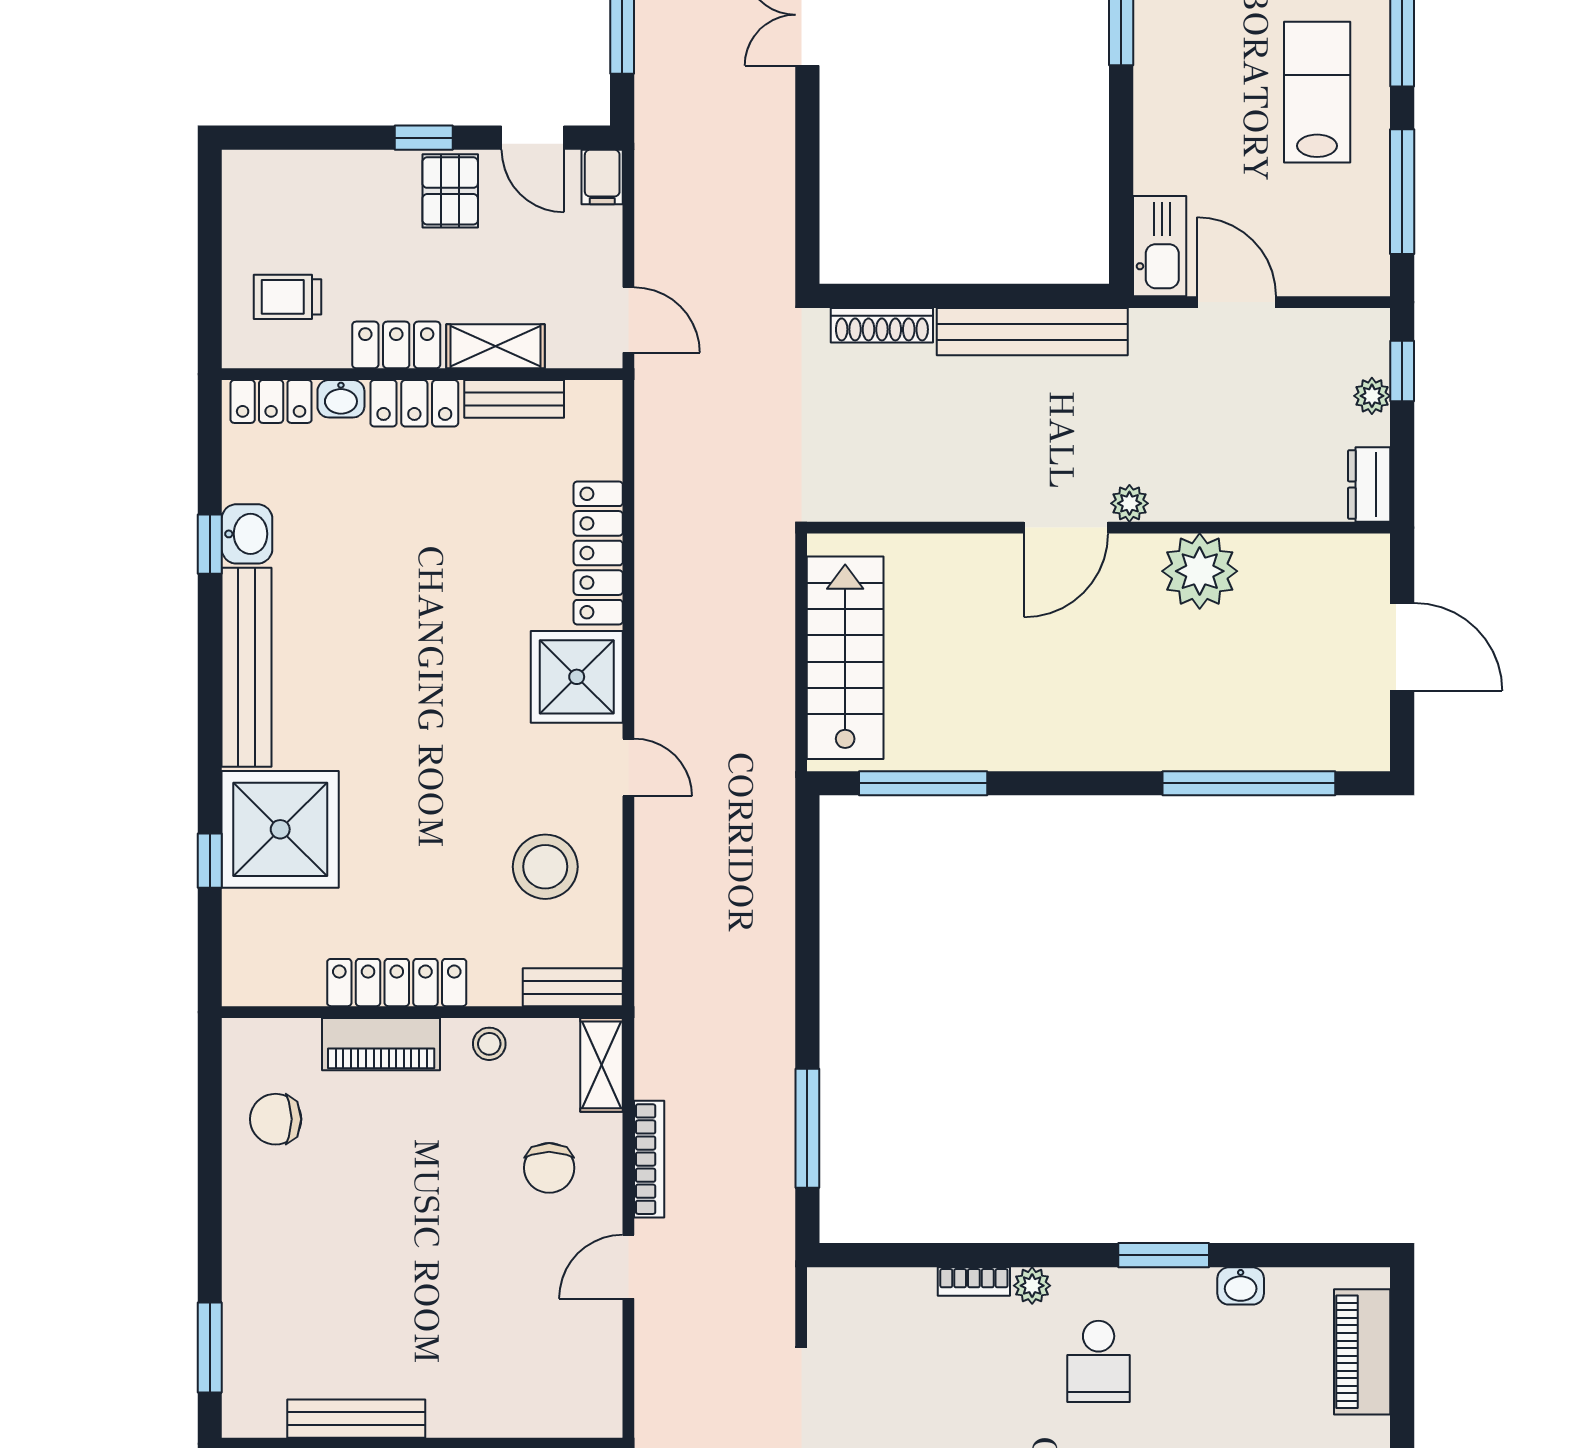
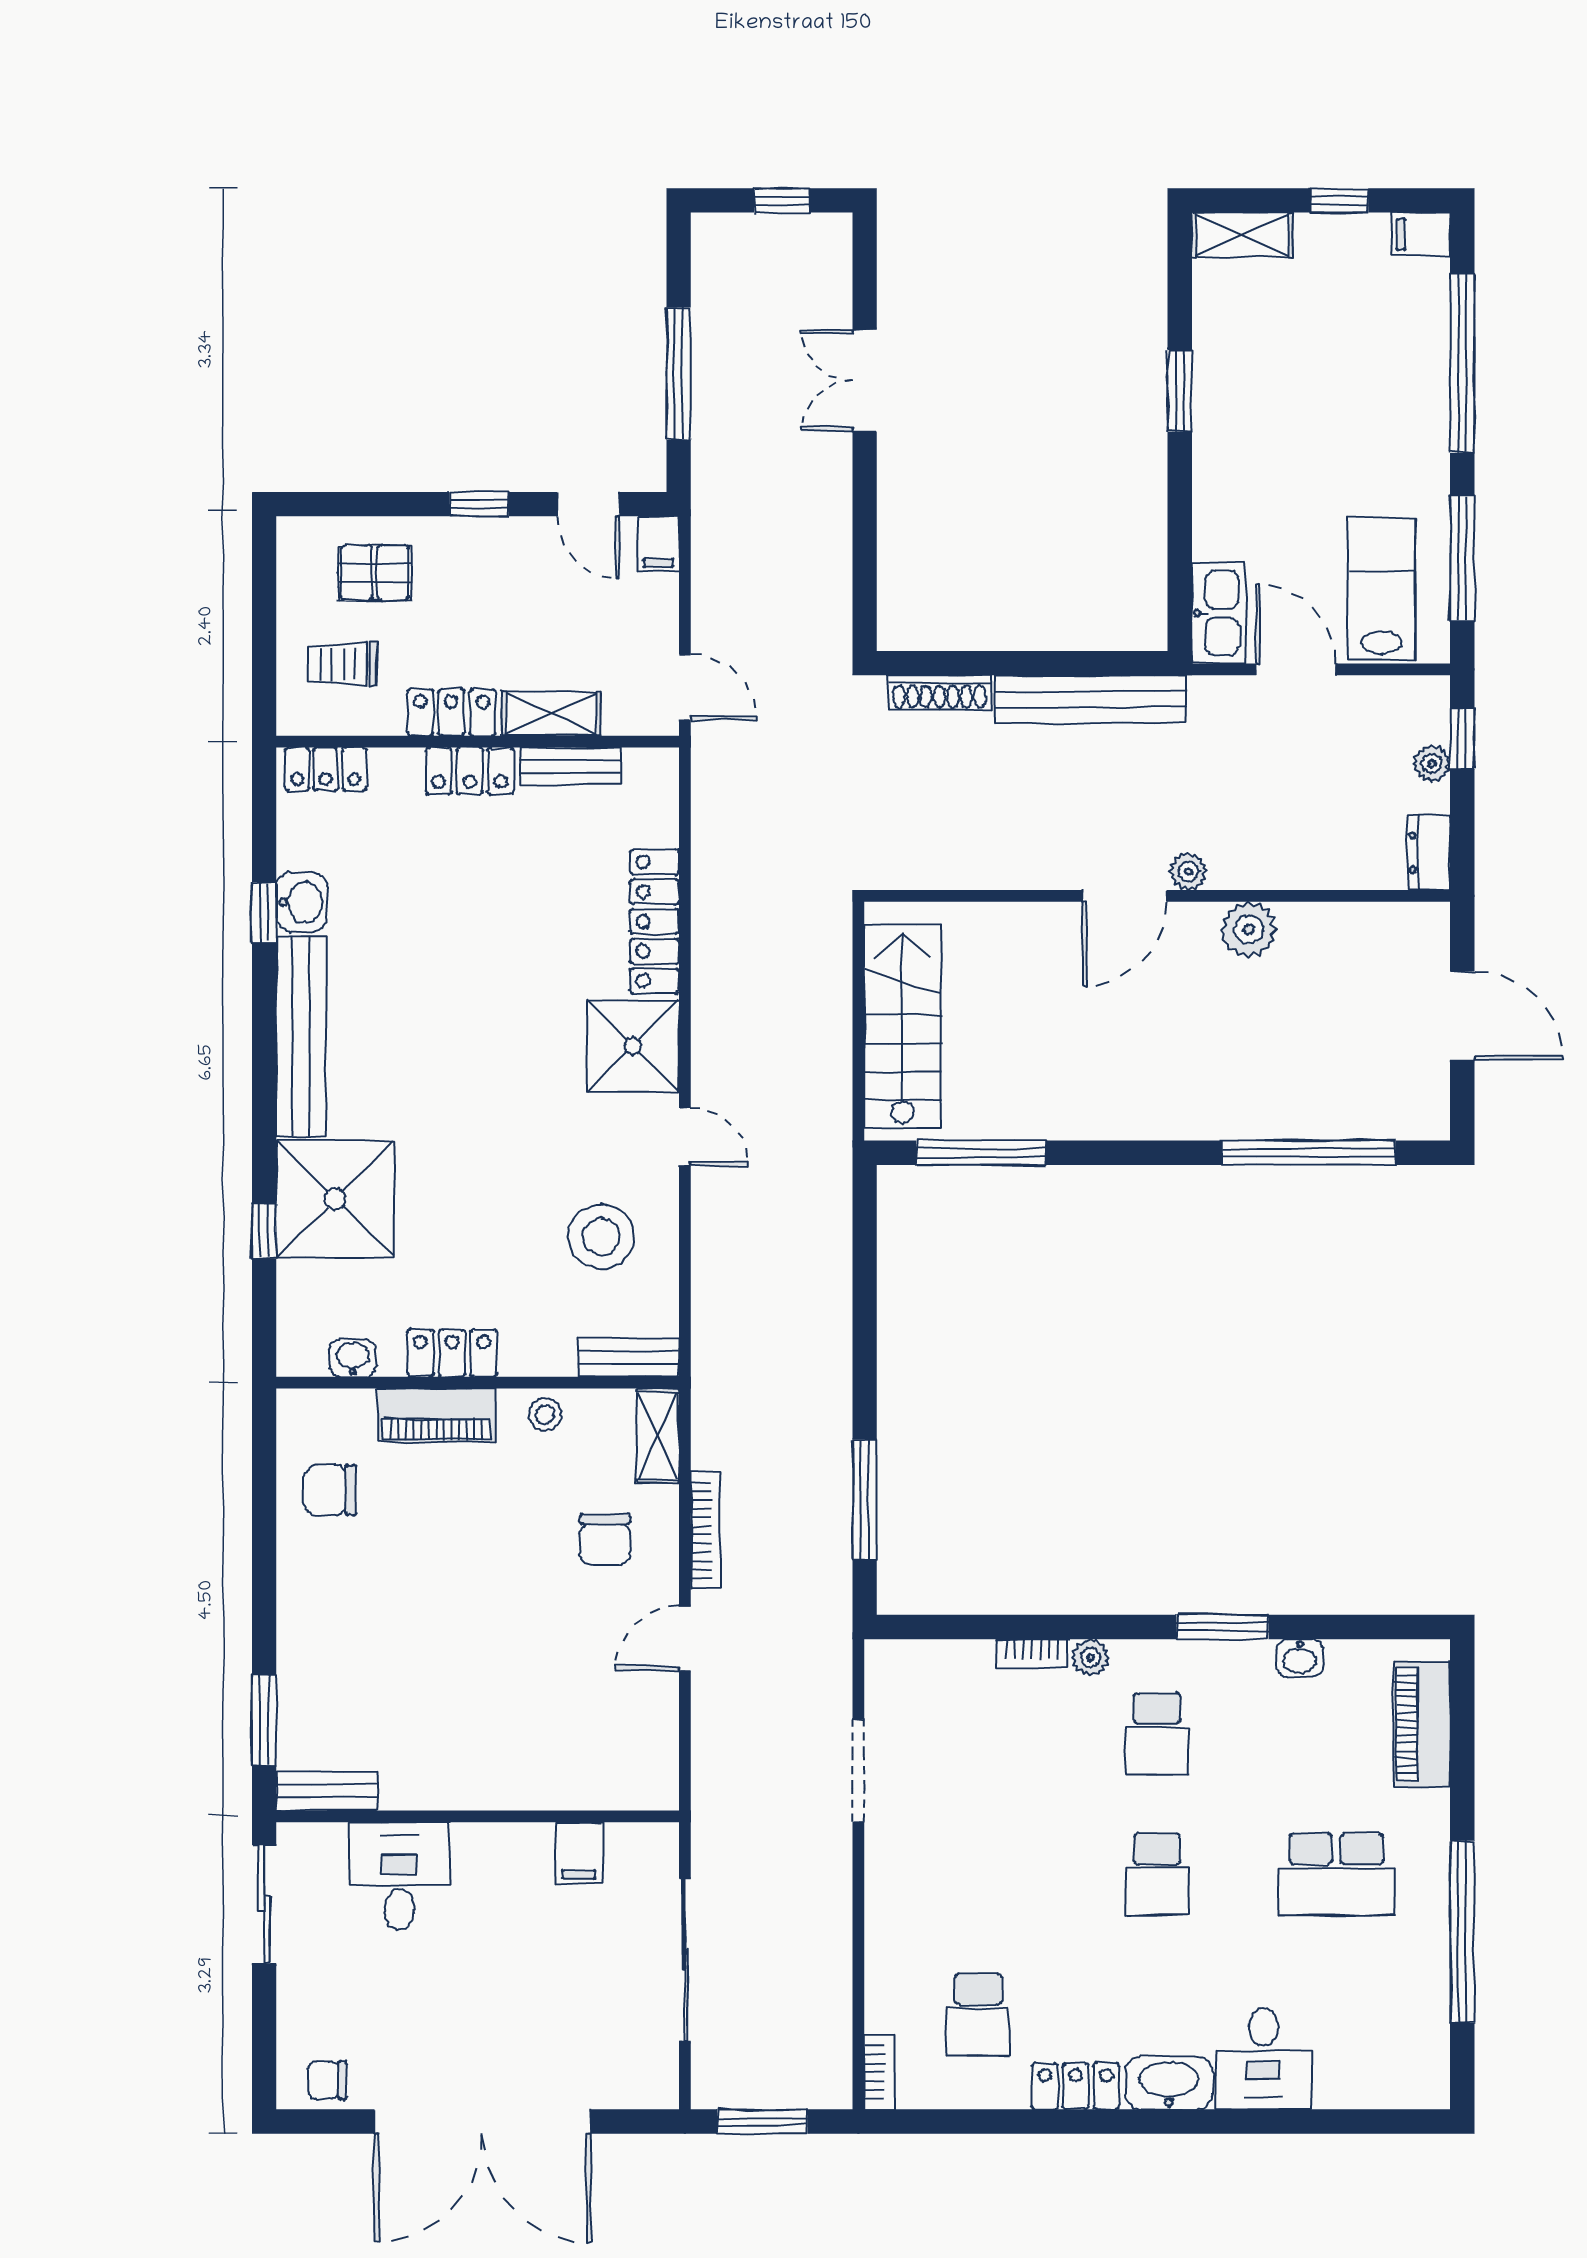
lab bench: (1317, 92) -> (1382, 589), moved
pallet: (450, 191) -> (375, 573), moved, turned 90
washbasin: (341, 399) -> (353, 1358), moved, turned 180
plant: (1200, 571) -> (1249, 929), width x0.73, depth x0.73
locker: (397, 983) -> (452, 1353), width x0.66
bench: (356, 1419) -> (327, 1791), moved, width x0.73

